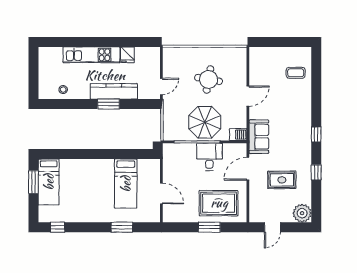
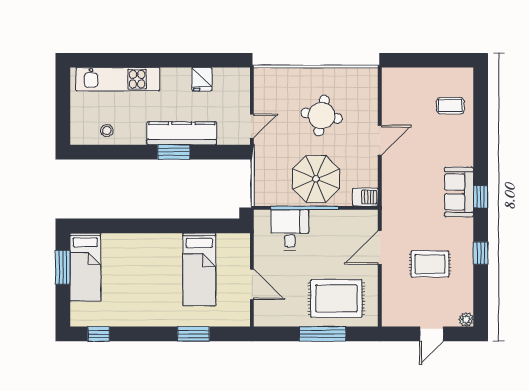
kitchen unit: (91, 55) -> (118, 79), moved
sofa: (259, 137) -> (459, 192), moved, turned 180
desk: (209, 157) -> (290, 230), moved
plant: (302, 213) -> (466, 319), width x0.53, depth x0.53
window: (209, 227) -> (323, 334), width x1.44
door: (272, 227) -> (432, 334), moved

